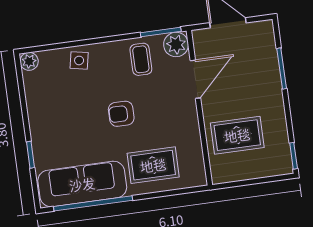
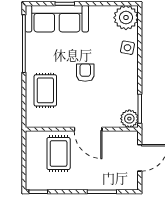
coffee table: (141, 59) -> (122, 92), removed
plant: (29, 61) -> (126, 18), width x1.87, depth x1.87
door: (195, 79) -> (88, 129), moved
sofa: (82, 184) -> (57, 19), moved, turned 90

